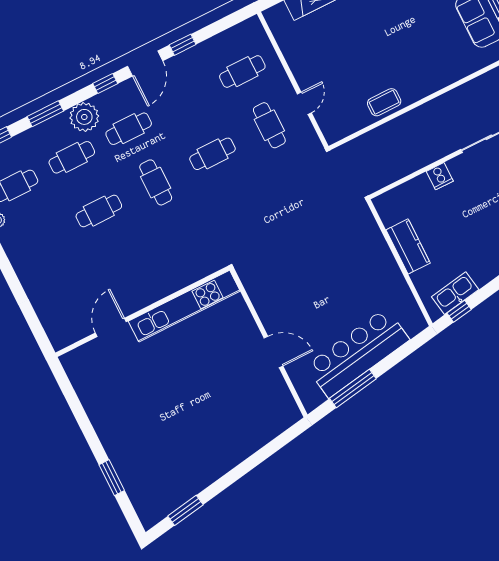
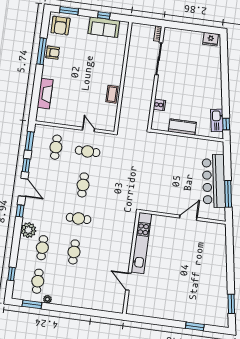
window: (45, 114) -> (29, 141), moved
cafe table: (129, 129) -> (47, 214), removed
cooker: (440, 176) -> (159, 105), moved

